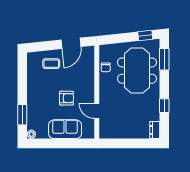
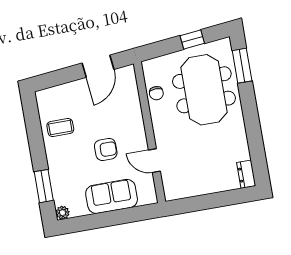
window: (145, 36) -> (192, 39), moved
coffee table: (51, 64) -> (60, 128), moved
window: (164, 106) -> (254, 135), removed

